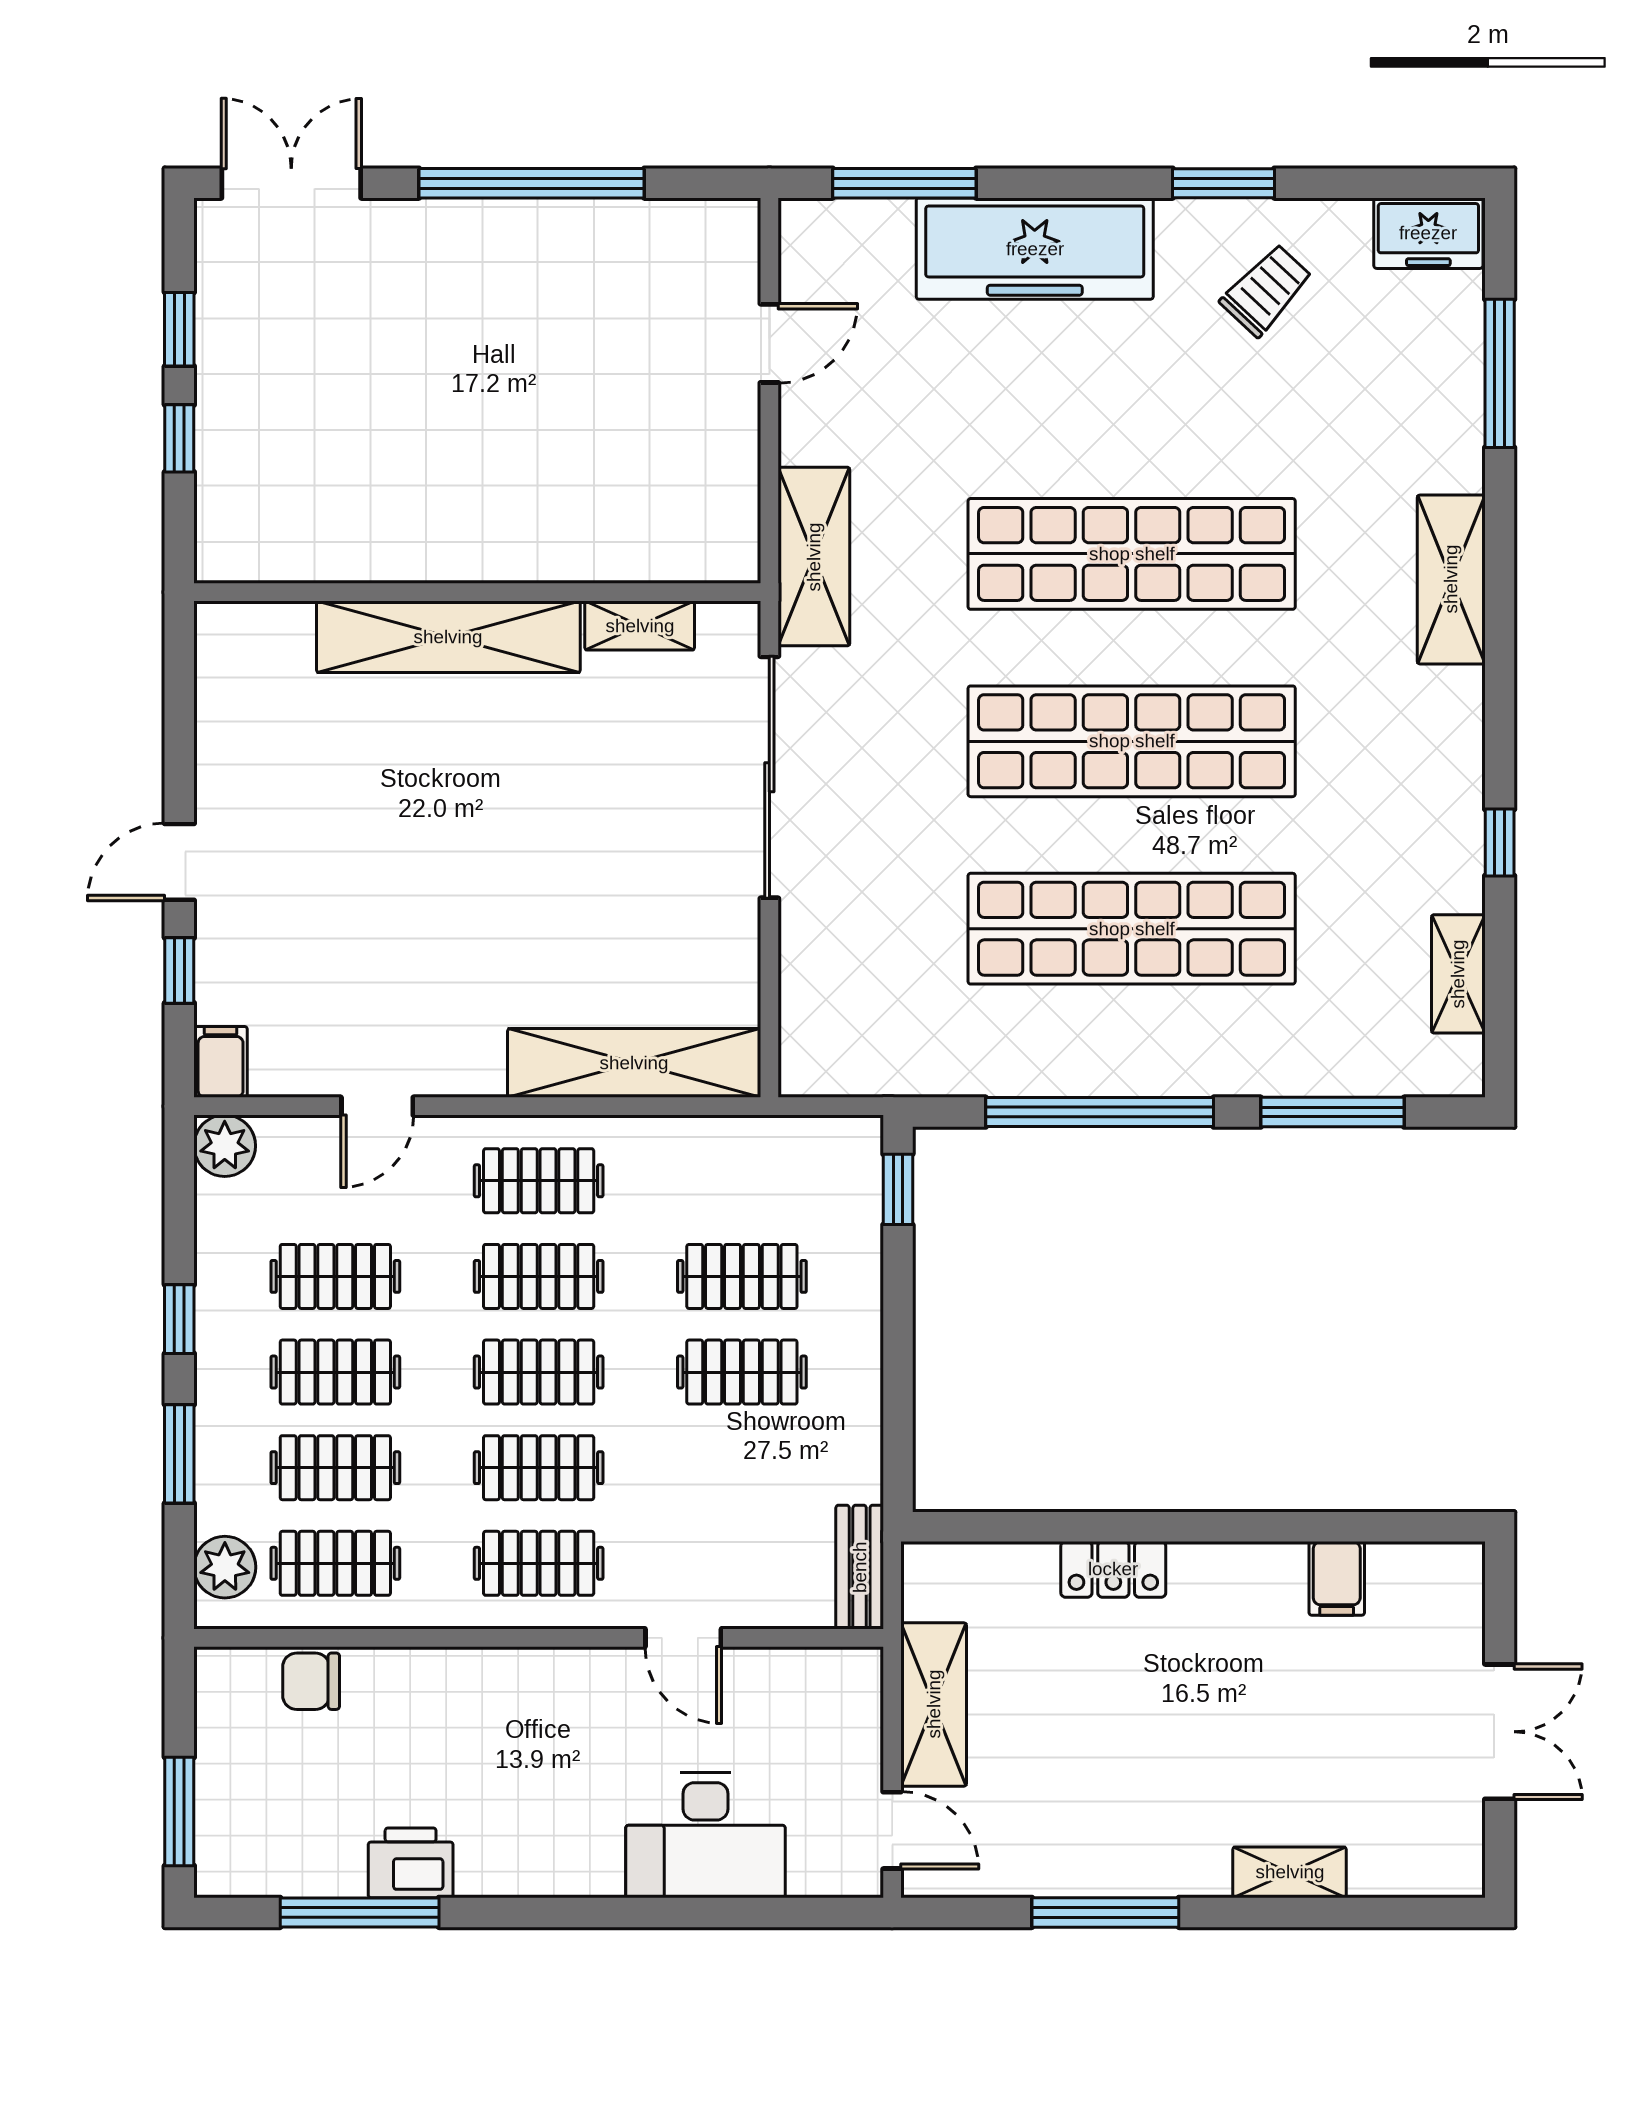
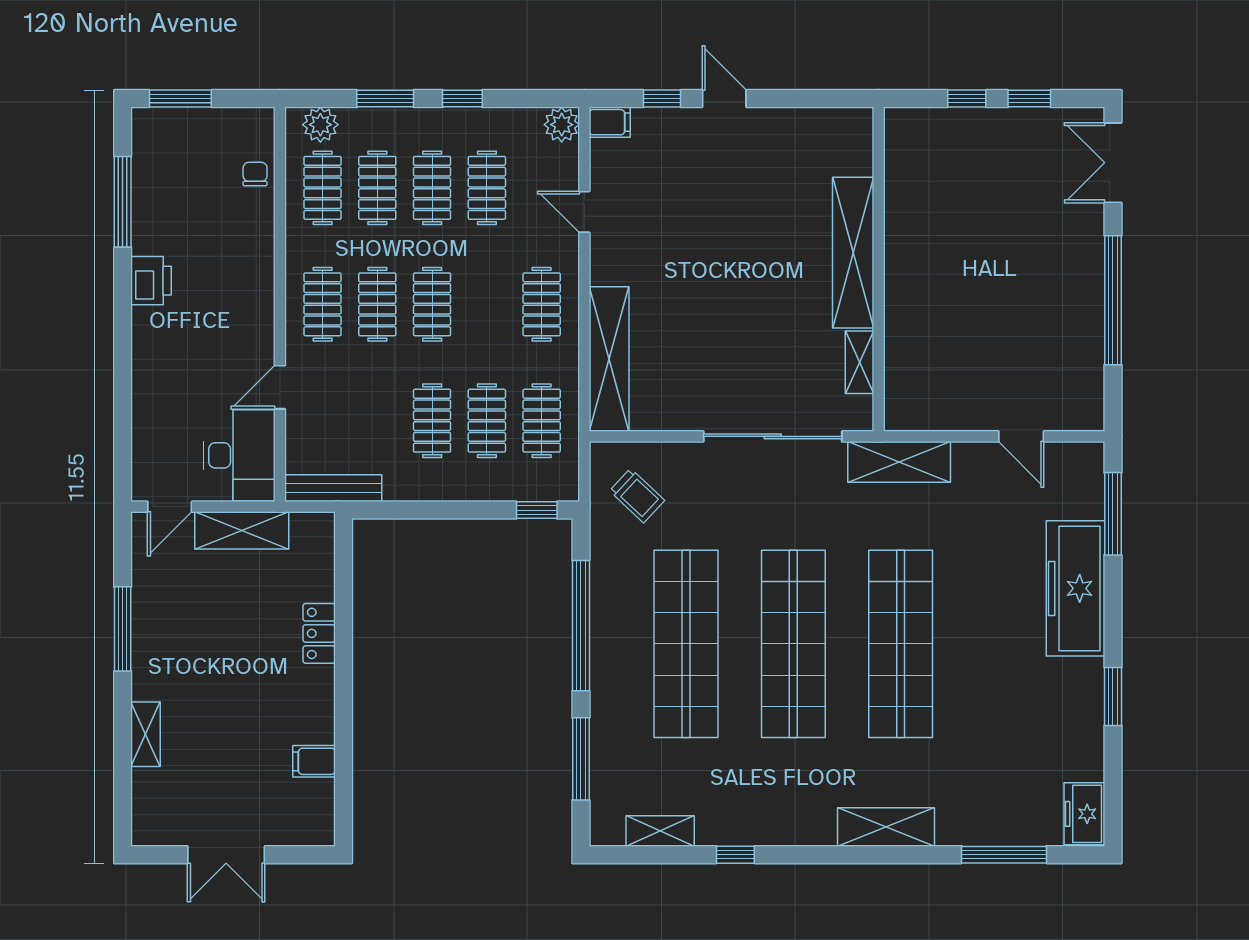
double door: (291, 183) -> (1113, 163), swing flipped
trolley: (1266, 290) -> (637, 496), moved
clothes rail: (539, 1276) -> (542, 421), moved
bench: (860, 1567) -> (333, 488), width x1.36
chair: (311, 1681) -> (255, 174), width x0.73, depth x0.73
desk: (706, 1835) -> (239, 455), moved, turned 180
printer: (411, 1863) -> (151, 281), moved

